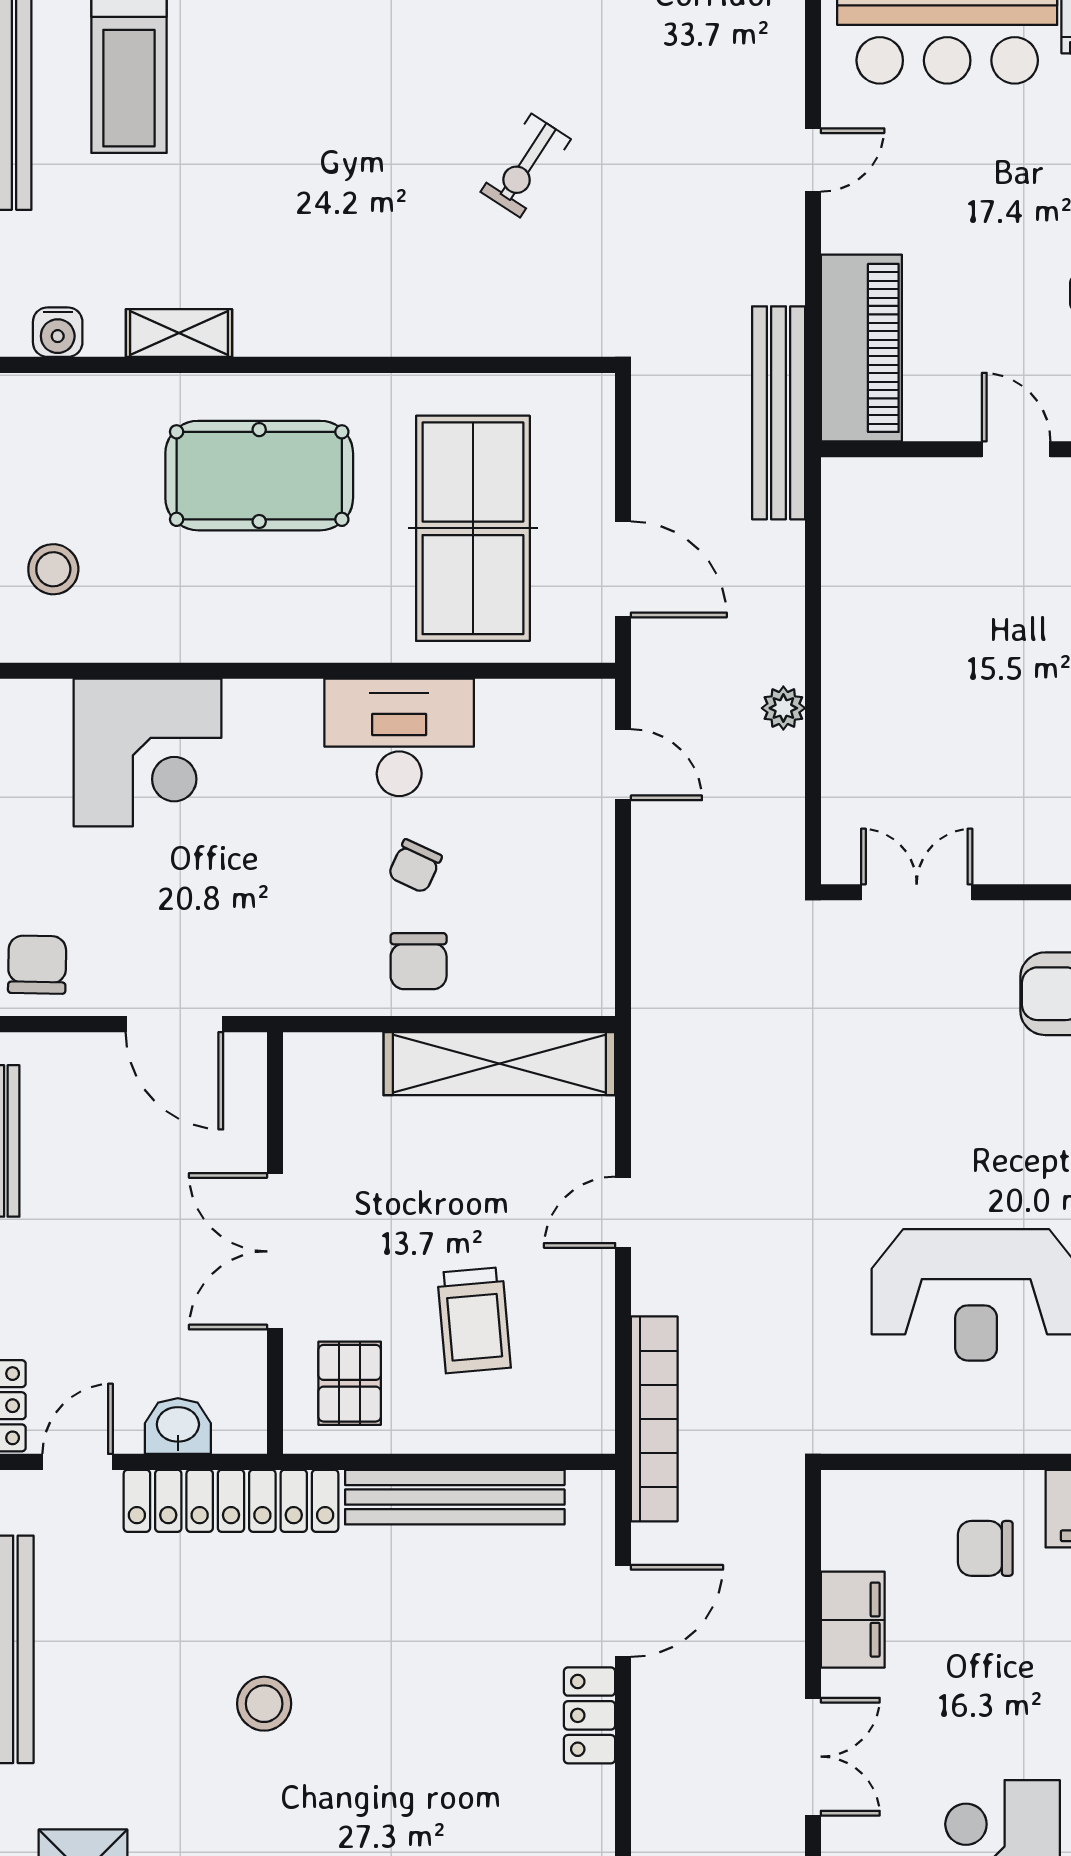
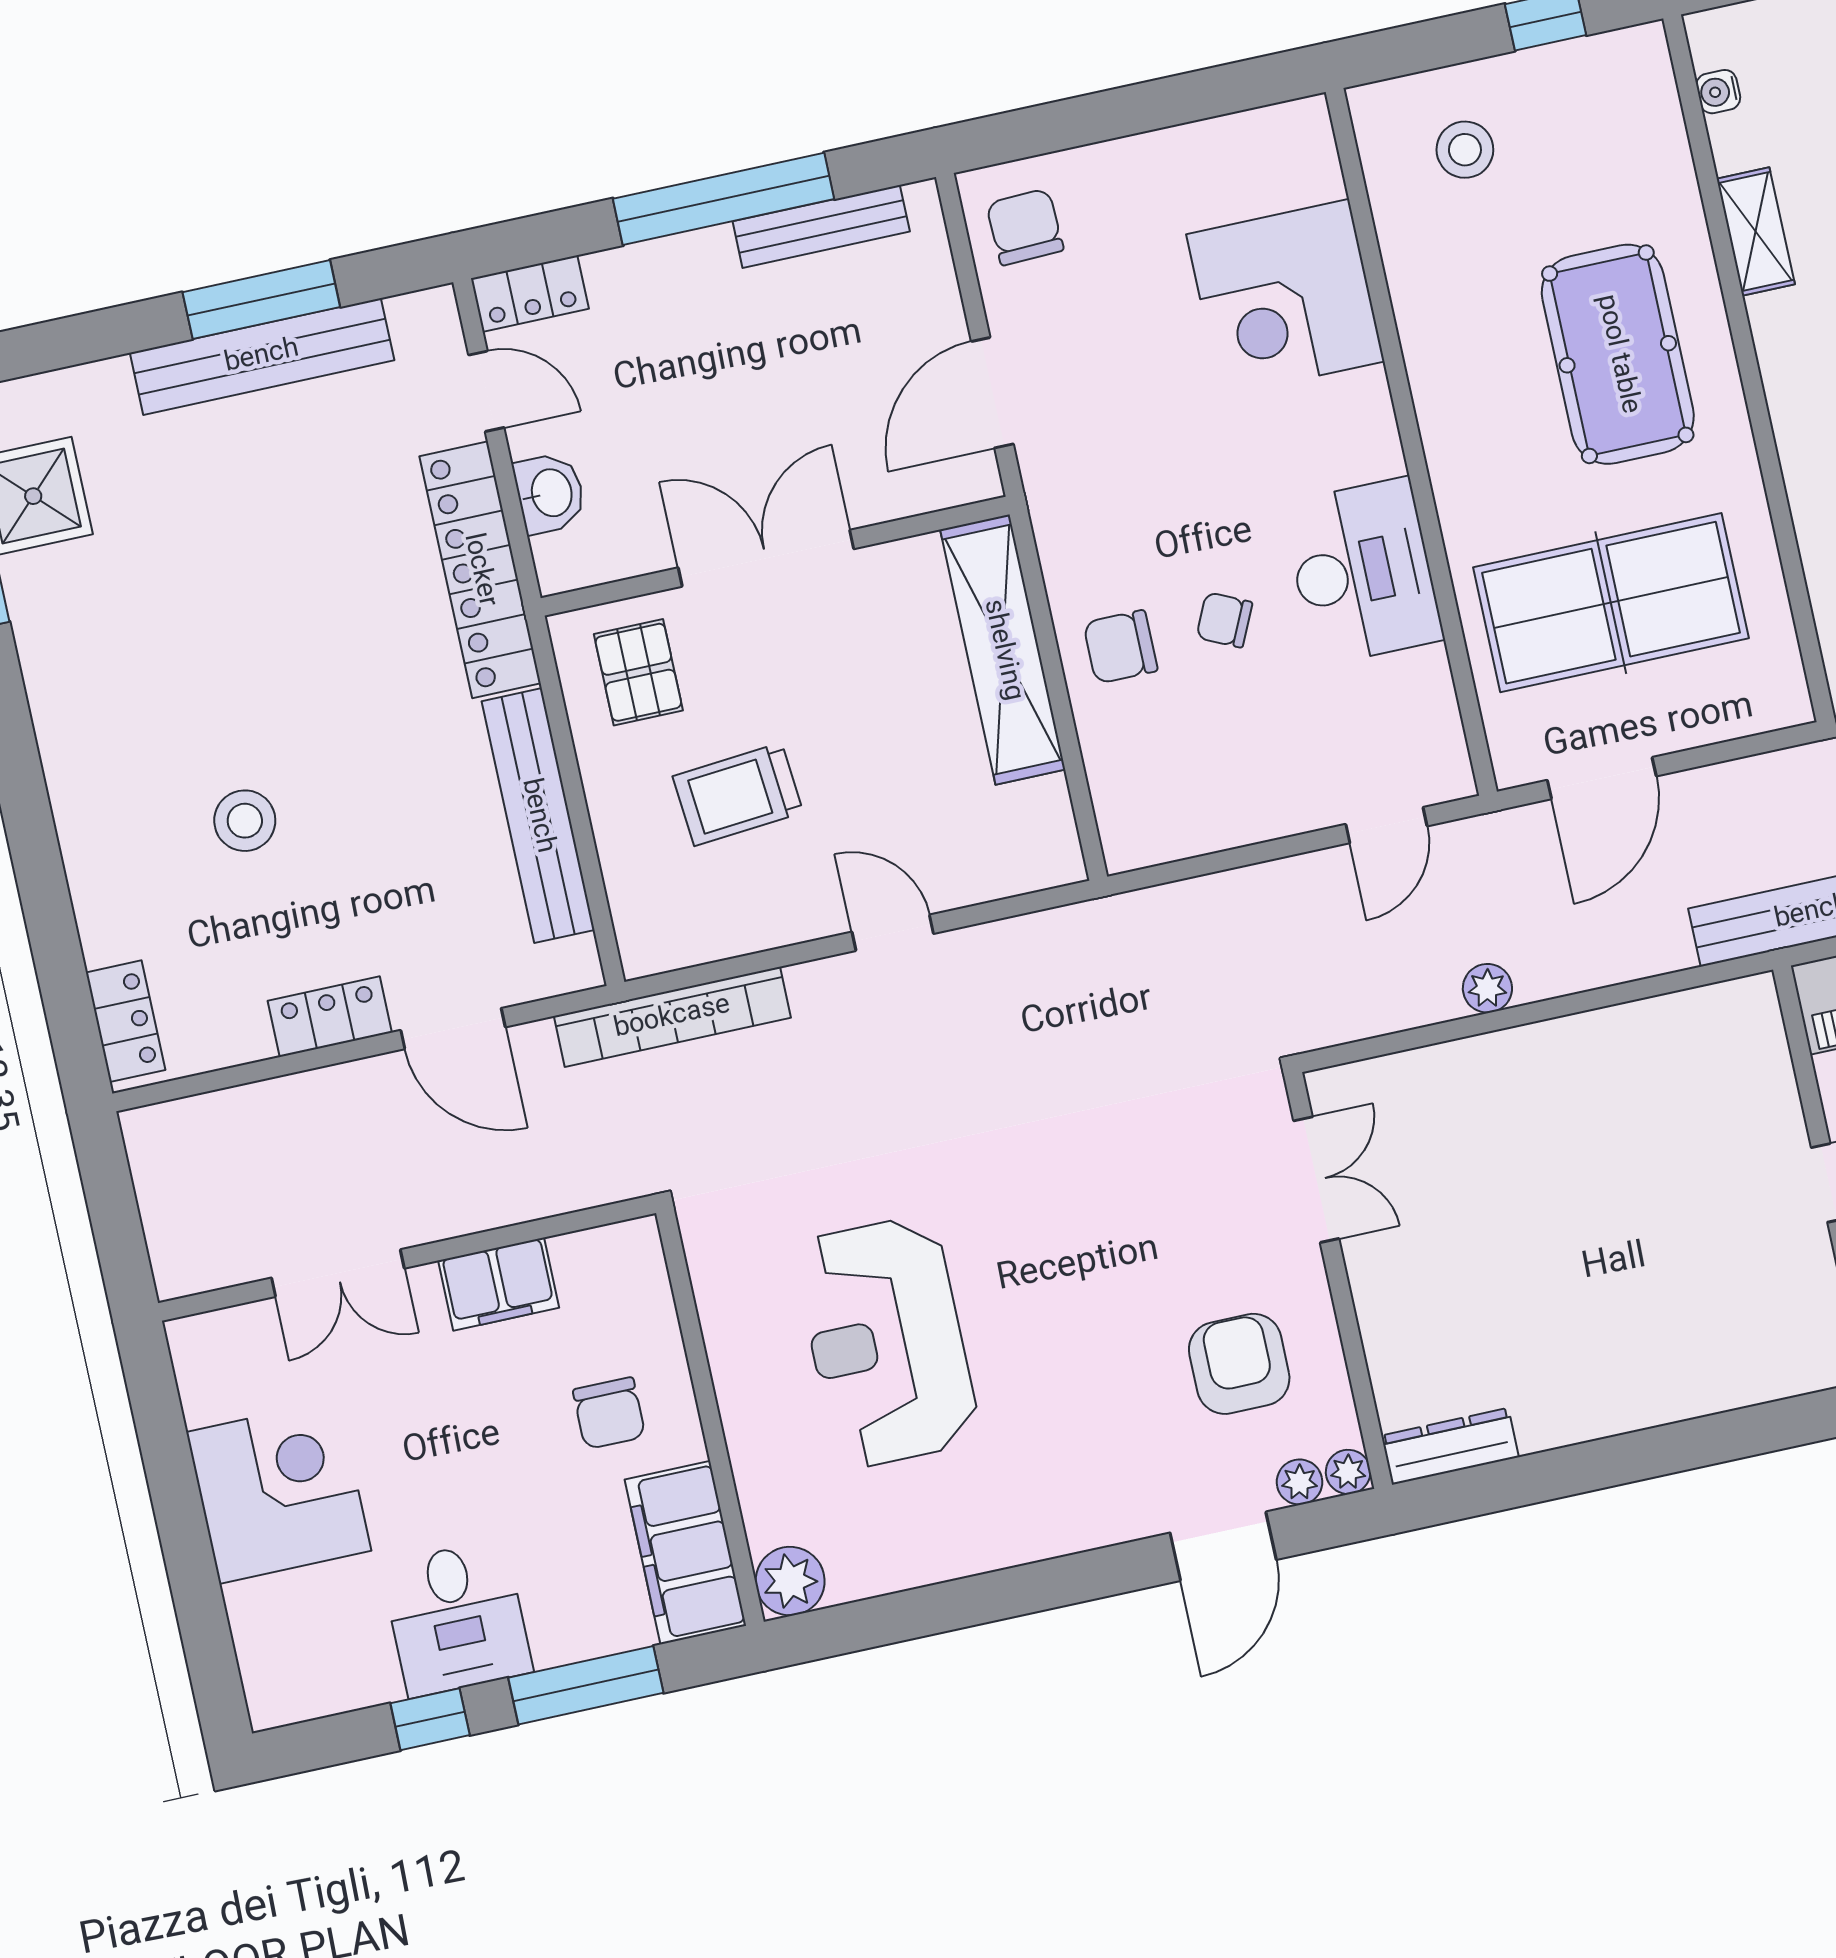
water cooler: (58, 332) -> (1718, 92), width x0.72, depth x0.72
chair: (37, 965) -> (1025, 227), turned -93
shelving: (499, 1064) -> (1003, 650), moved
pallet: (350, 1383) -> (638, 672), turned 90
chair: (985, 1548) -> (609, 1413), turned 180
stool: (264, 1704) -> (245, 821), moved

